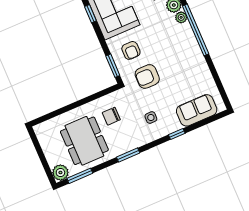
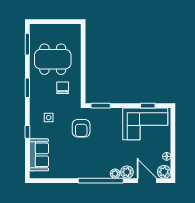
armchair: (131, 50) -> (106, 124), removed
armchair: (147, 76) -> (81, 128), turned 180
plant: (60, 173) -> (36, 30), removed

